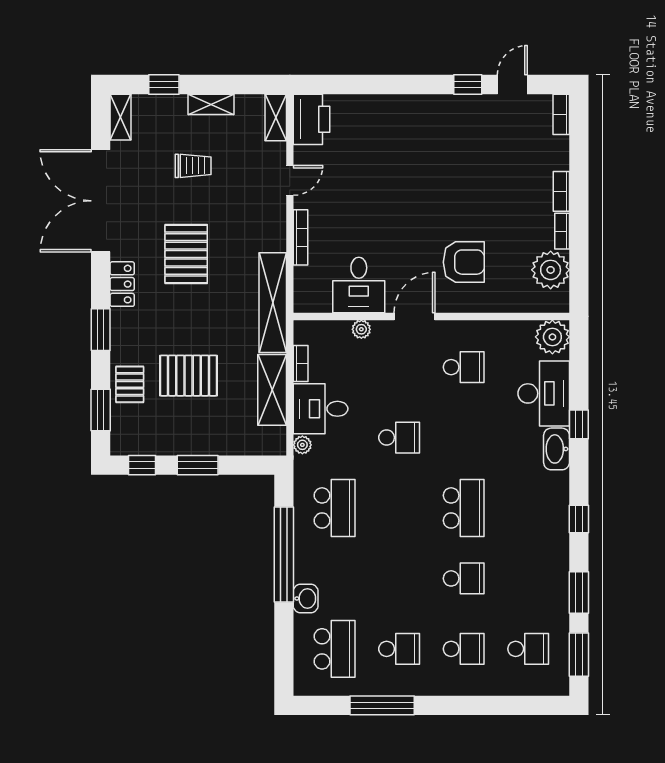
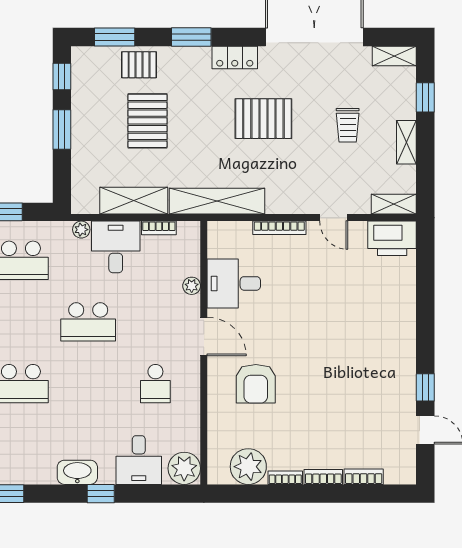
bookcase: (561, 114) -> (364, 477), moved
desk: (544, 393) -> (139, 460), width x0.73
school desk: (399, 438) -> (88, 322), width x1.85

